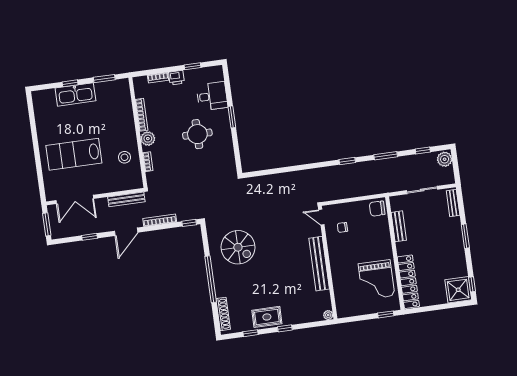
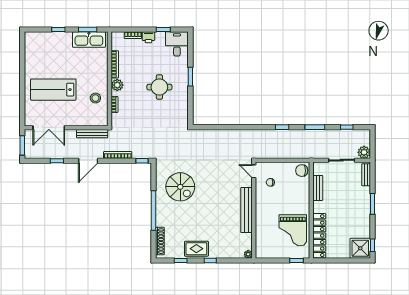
kitchen sink: (75, 94) -> (89, 40), moved
desk: (212, 96) -> (177, 44), moved, turned -90
plant: (445, 159) -> (364, 152), moved

